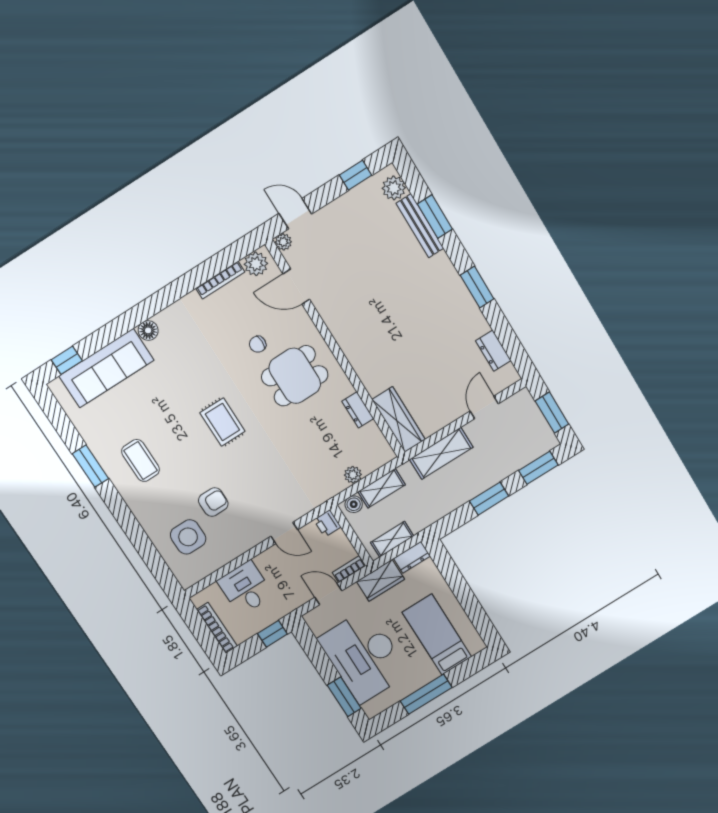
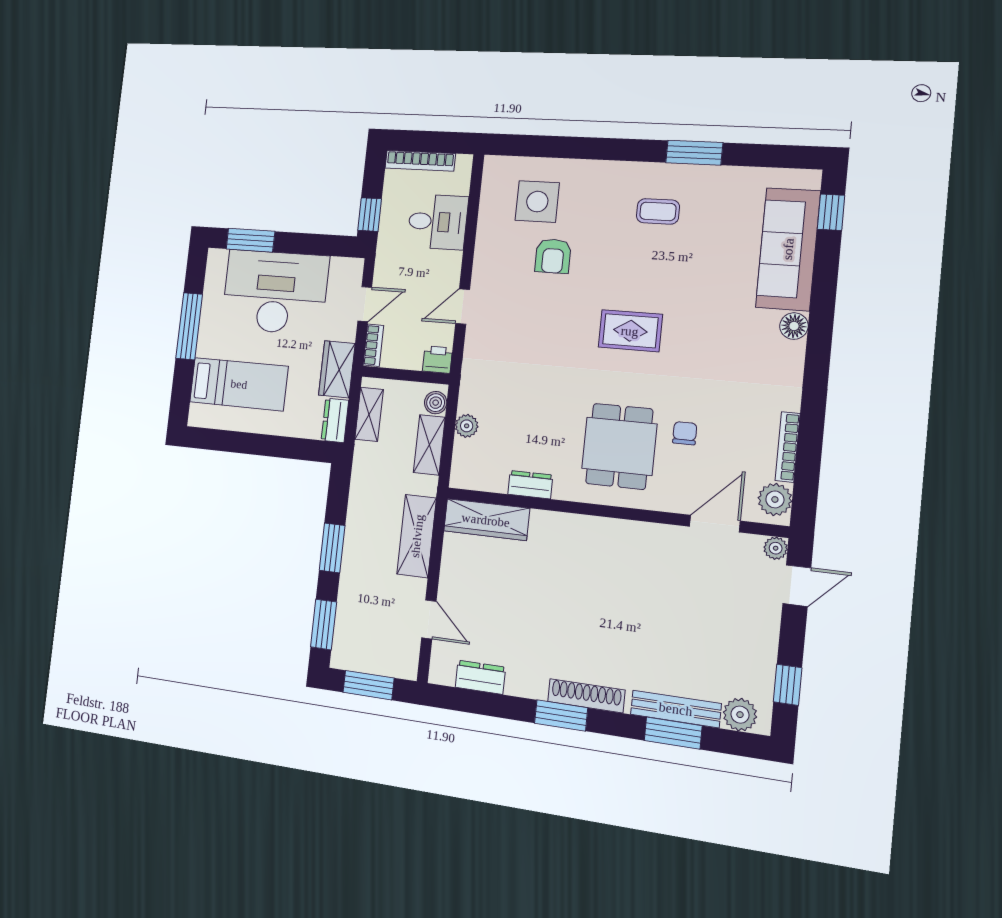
shoe rack: (454, 282) -> (586, 696), added
coffee table: (141, 460) -> (658, 211), width x0.73, depth x0.77

